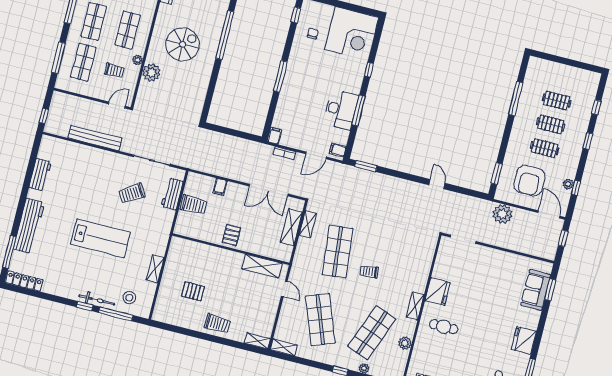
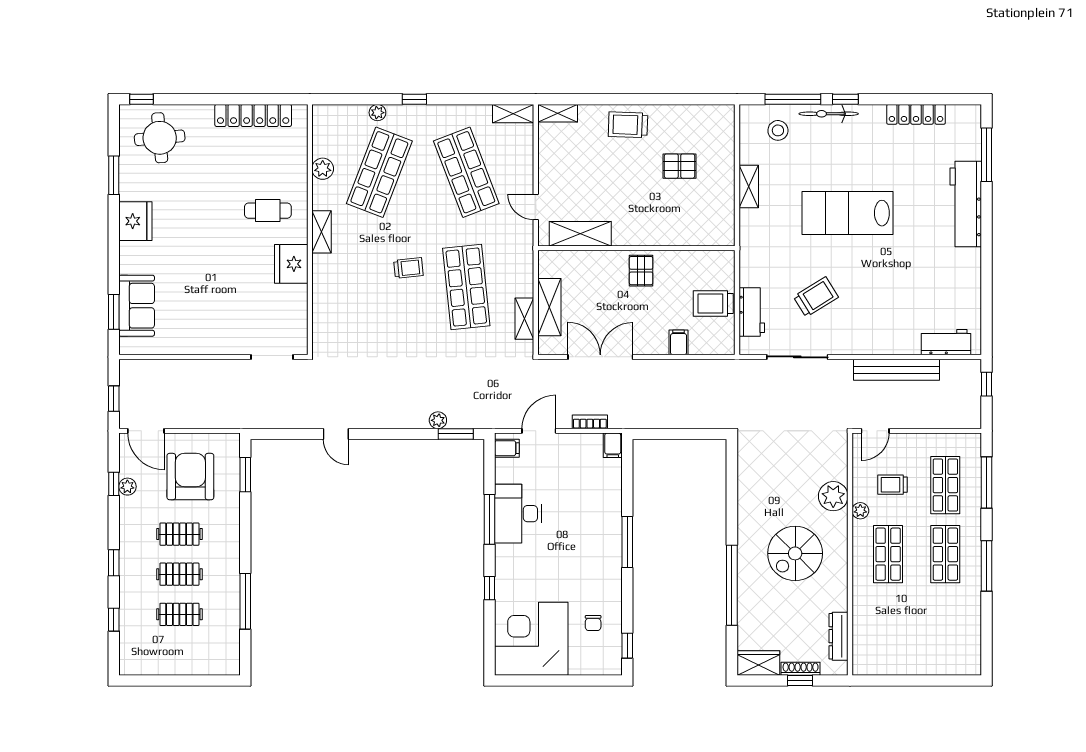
workbench: (40, 175) -> (946, 342), moved, turned 90
plant: (502, 214) -> (438, 420), moved, width x0.53, depth x0.53
locker: (24, 281) -> (916, 114), moved

